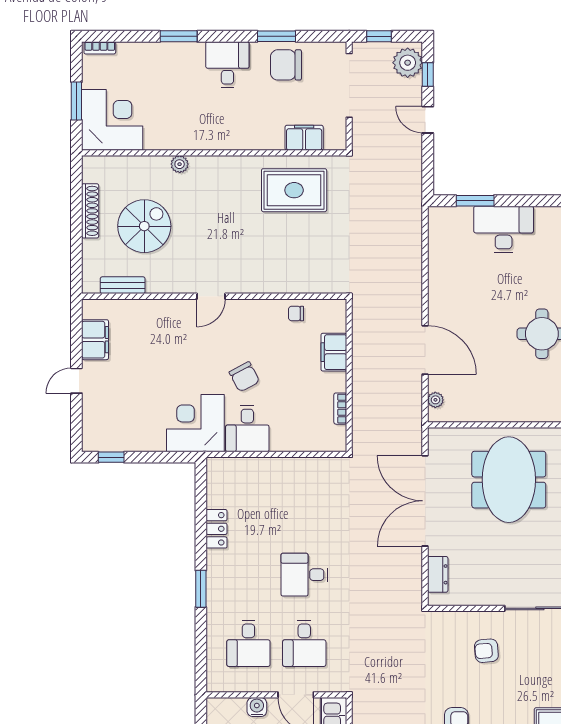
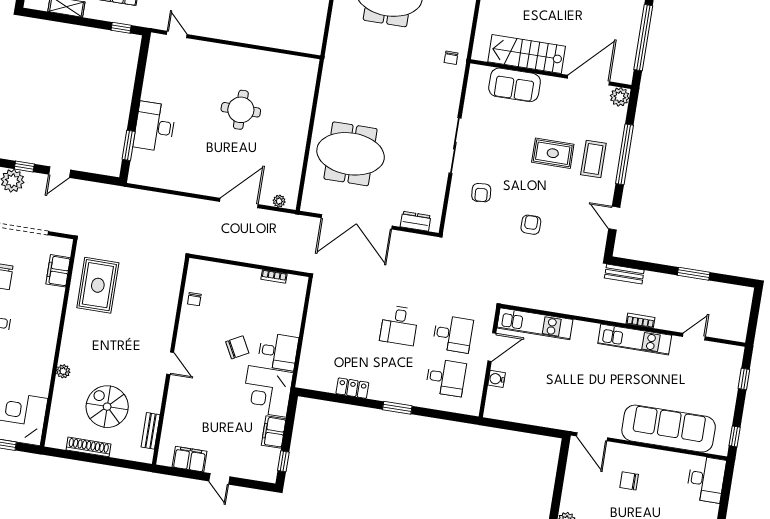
filing cabinet: (334, 352) -> (274, 432), moved, turned 90

